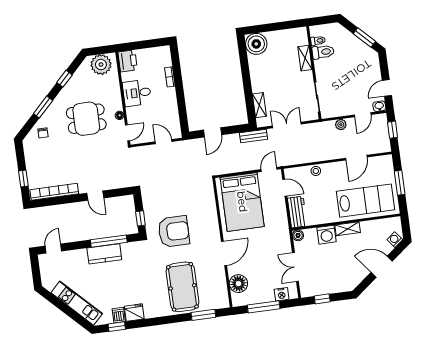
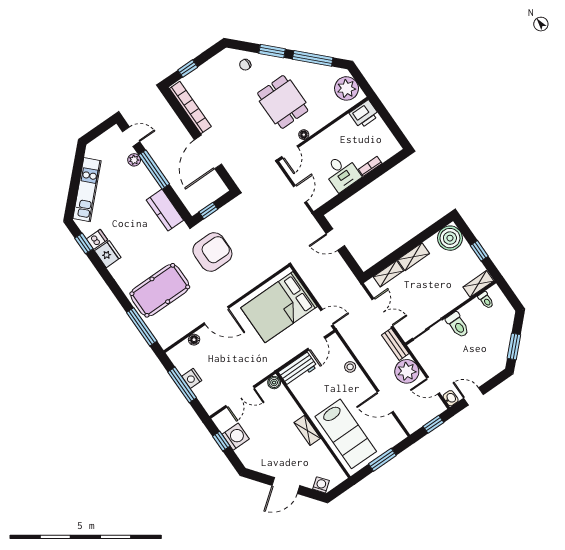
window: (278, 26) -> (479, 251), added
toilet: (323, 52) -> (458, 325), moved
shelving: (305, 58) -> (478, 284), moved
window: (65, 79) -> (313, 58), width x2.17
shelving: (256, 79) -> (413, 257), added
desk: (137, 93) -> (342, 173), moved, turned 180
plant: (341, 125) -> (407, 371), width x1.88, depth x1.88
door: (128, 133) -> (290, 152), hinge flipped
bench: (254, 136) -> (395, 344), moved
door: (95, 196) -> (208, 152), width x1.88
armchair: (174, 231) -> (212, 252), turned -90
washing machine: (326, 235) -> (236, 437), moved, turned 180
window: (109, 241) -> (154, 170), moved
kitchen counter: (104, 254) -> (165, 210), moved
plant: (72, 255) -> (134, 160), added
double door: (295, 267) -> (240, 397), swing flipped
door: (382, 267) -> (286, 486), swing flipped
floor lamp: (238, 284) -> (194, 340), width x0.53, depth x0.53
nightstand: (282, 294) -> (192, 378), moved
window: (203, 315) -> (142, 327), width x1.44

